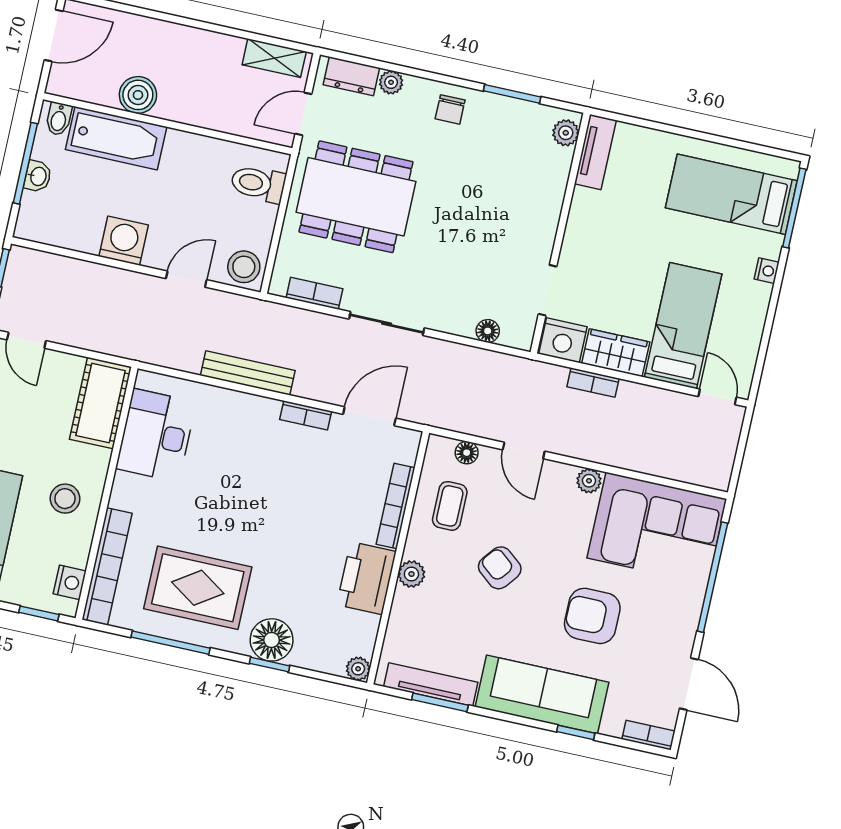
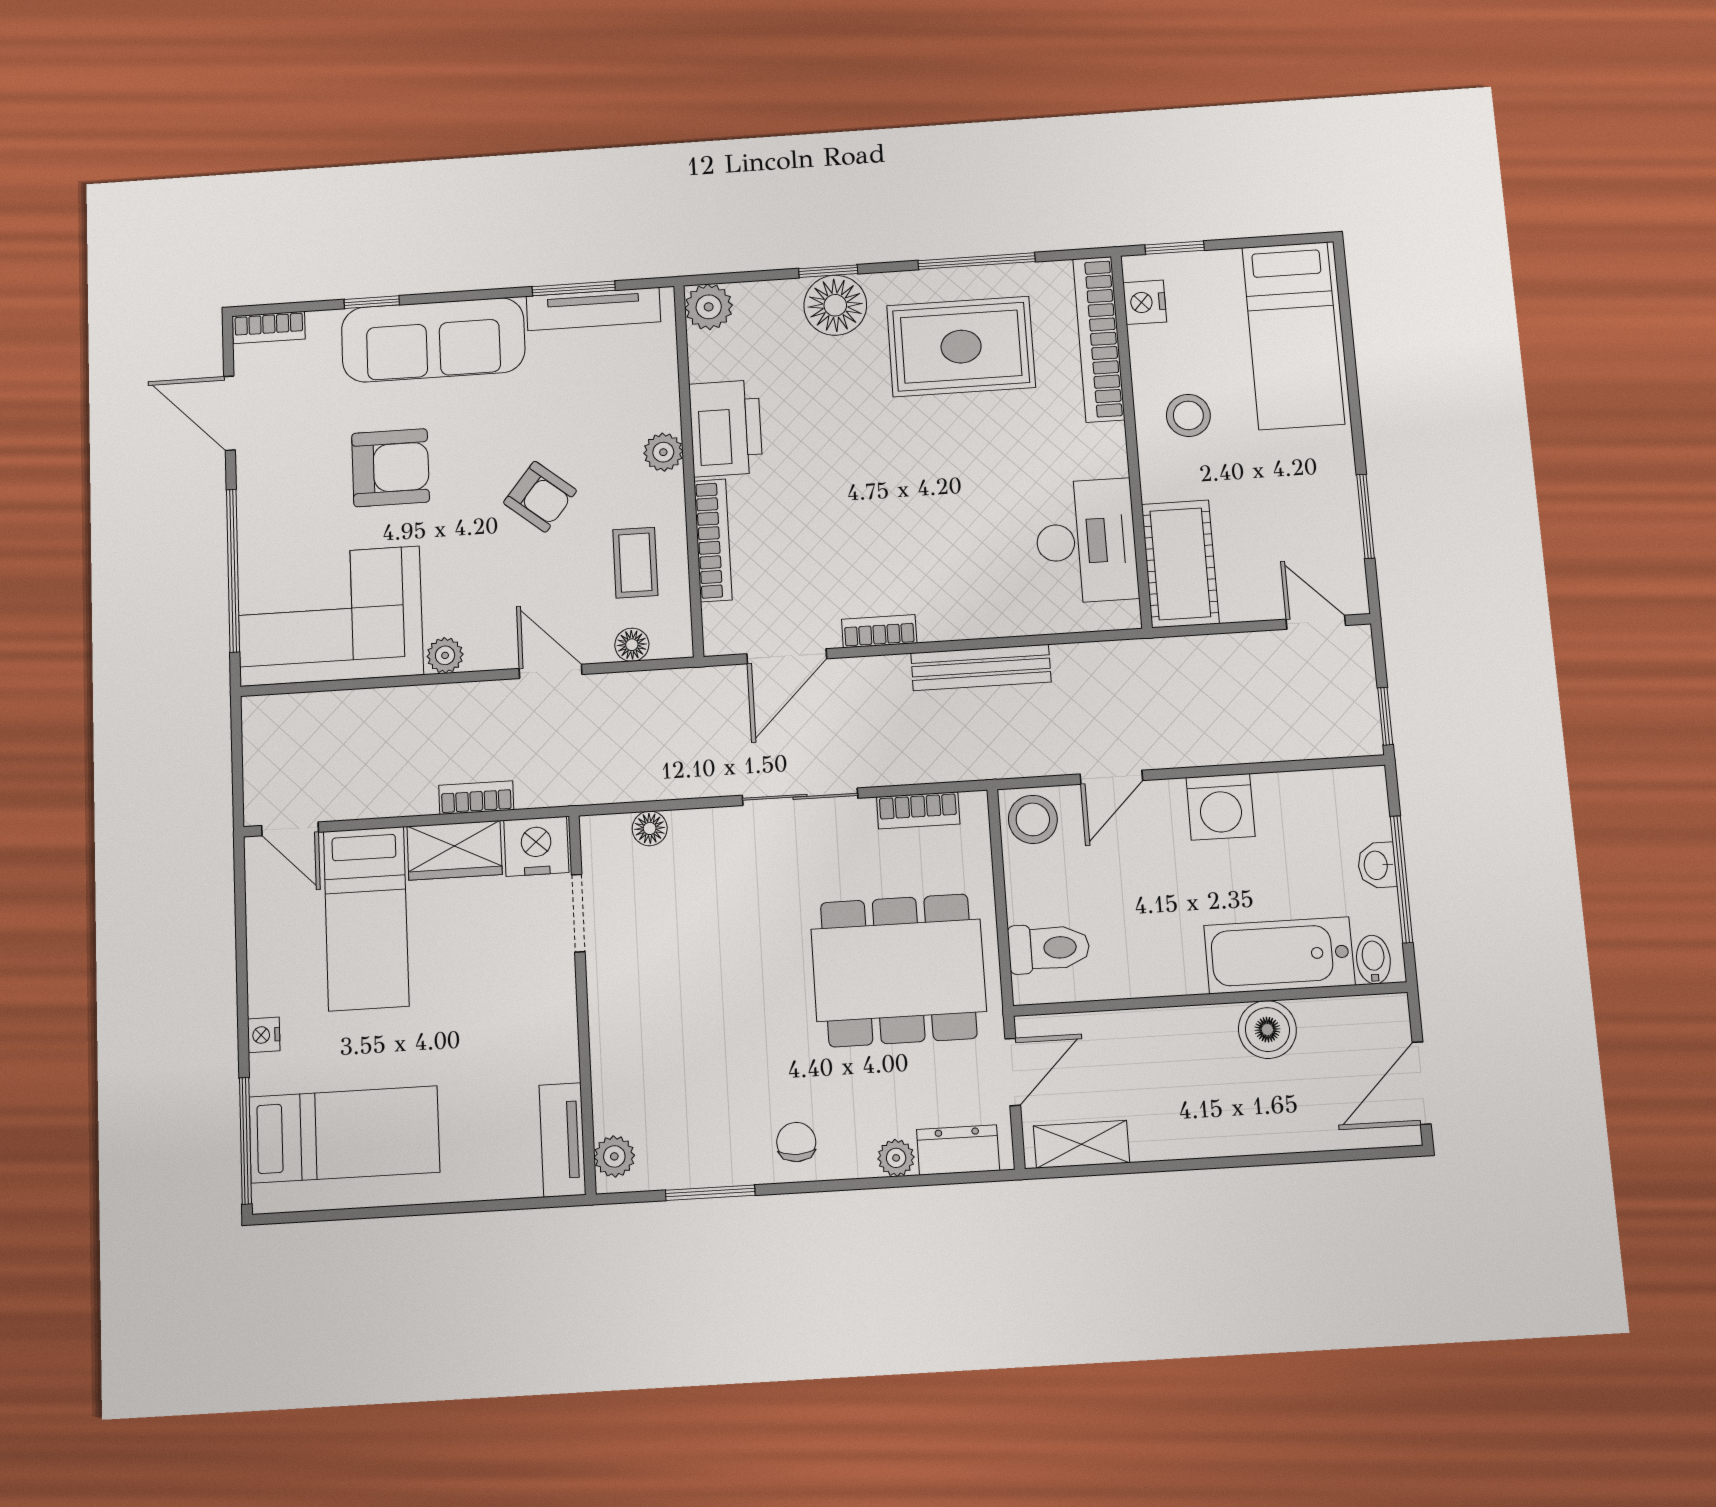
plant: (358, 669) -> (709, 307), width x1.38, depth x1.38

